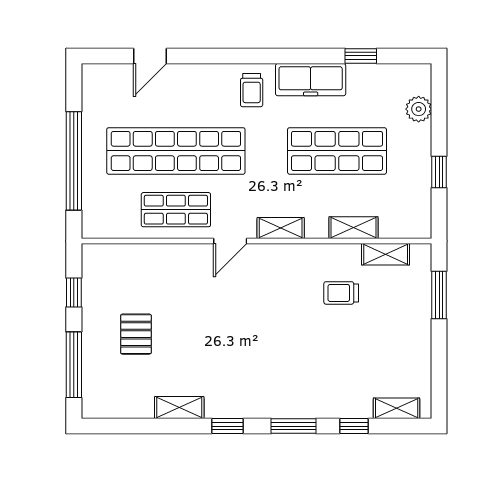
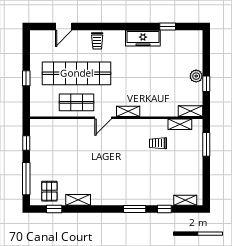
trolley: (252, 90) -> (97, 41), moved
plant: (419, 109) -> (196, 76), moved
shop shelf: (337, 151) -> (156, 73), removed
window: (74, 161) -> (26, 78), width x0.32
shelving: (353, 228) -> (191, 111), moved
pallet: (136, 334) -> (49, 191), moved
window: (227, 426) -> (54, 209), moved

